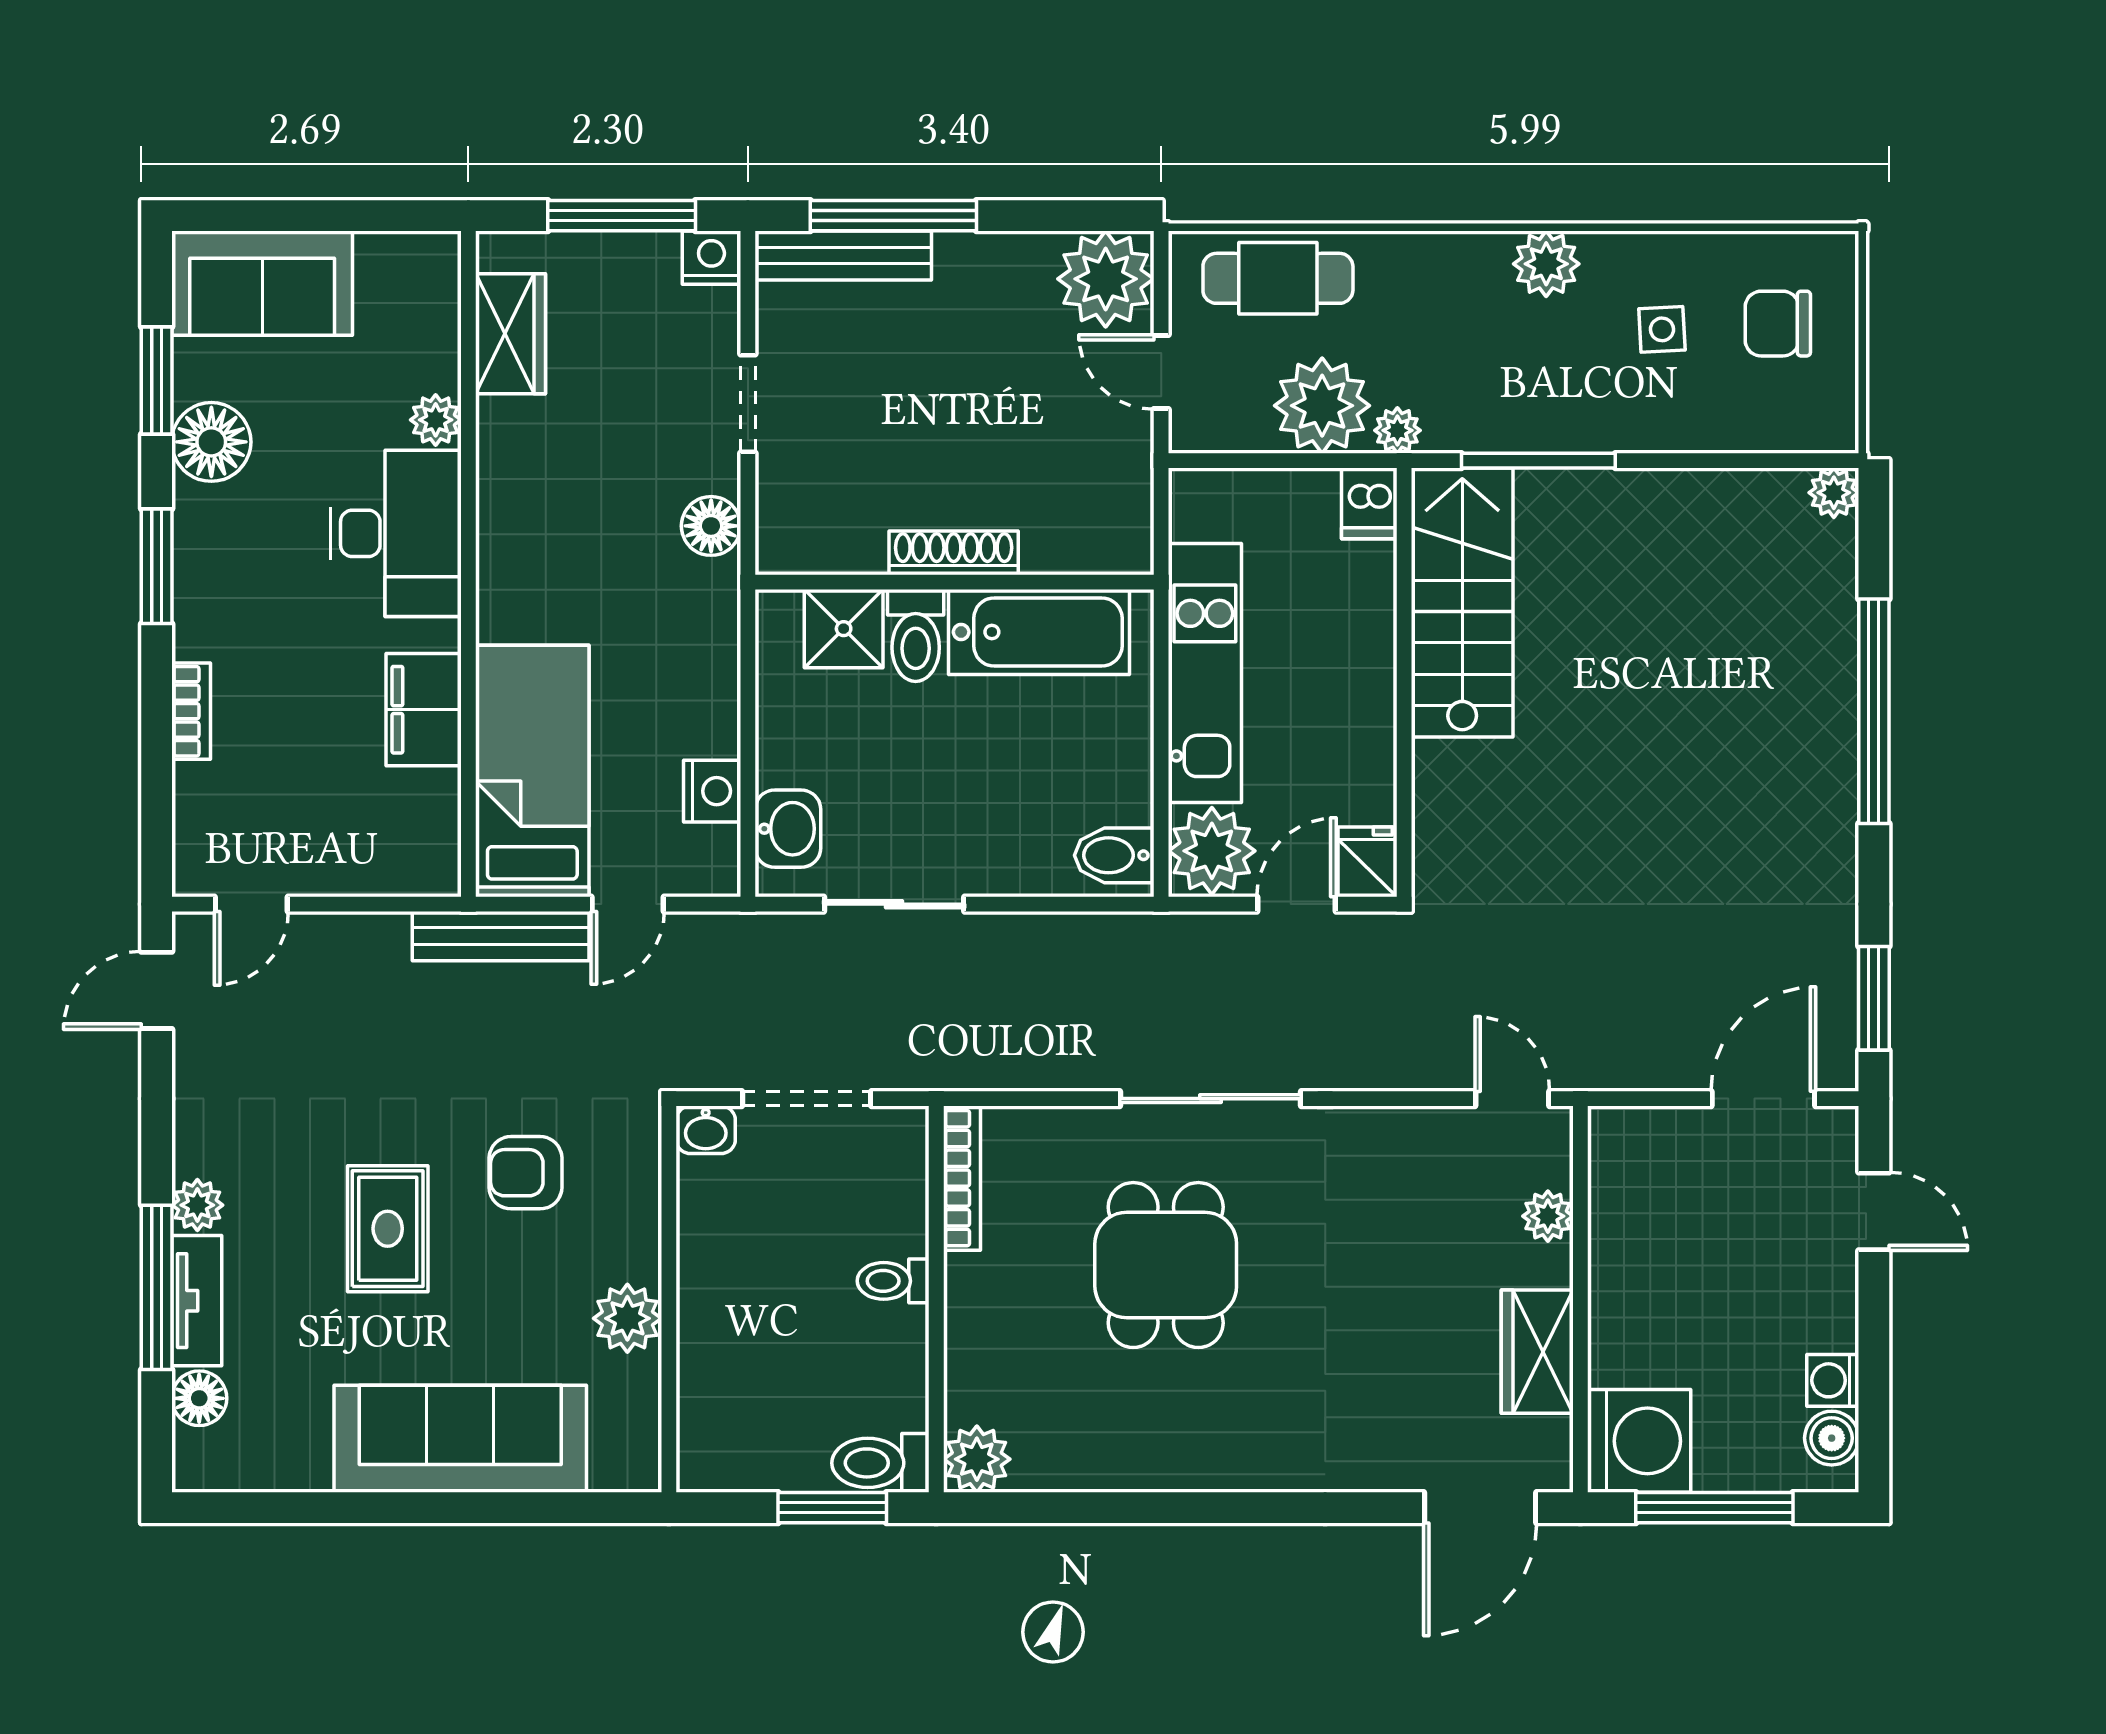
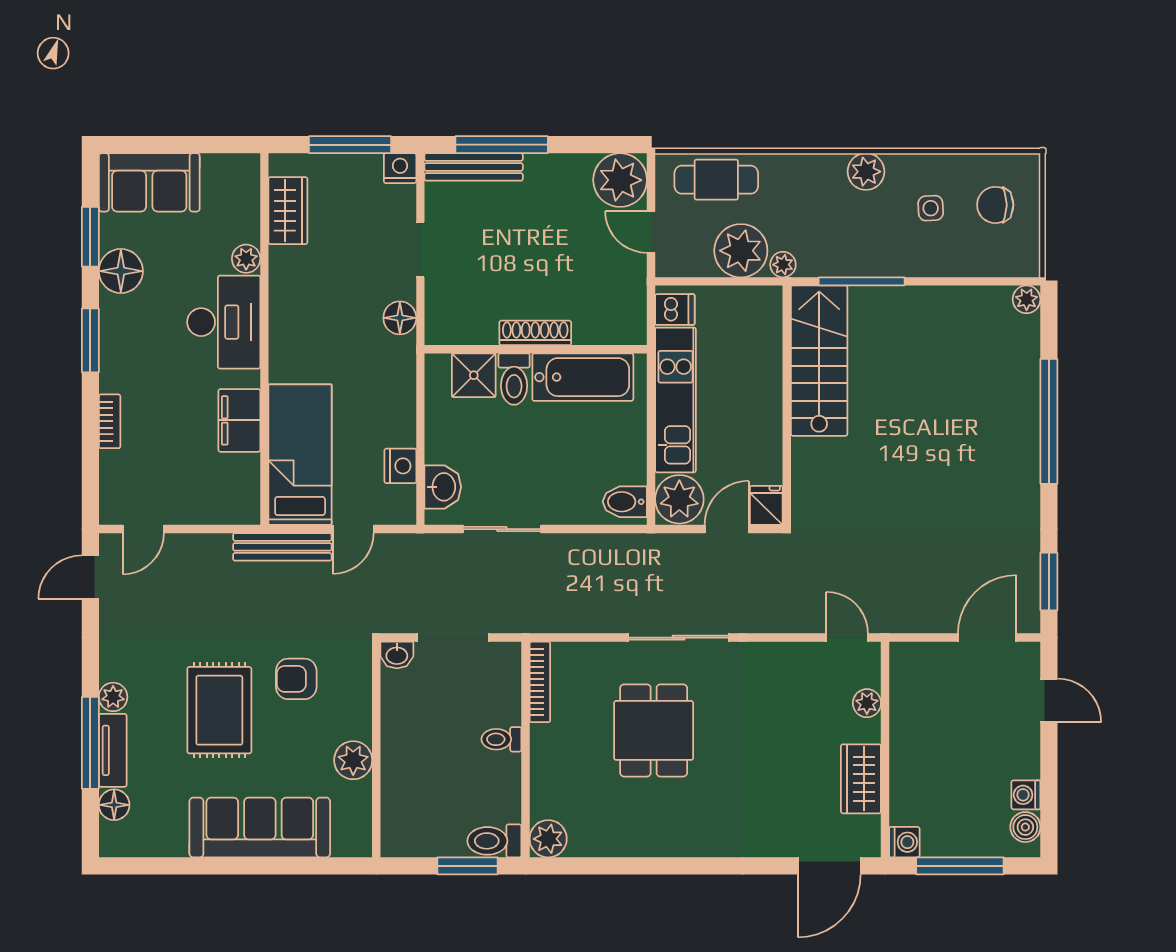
dishwasher: (1369, 503) -> (675, 310), moved, turned -90
rug: (388, 1229) -> (219, 710), width x1.36, depth x1.43
washing machine: (1639, 1441) -> (904, 842), width x0.53, depth x0.53

